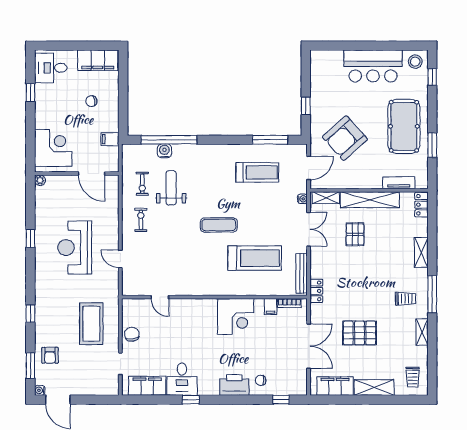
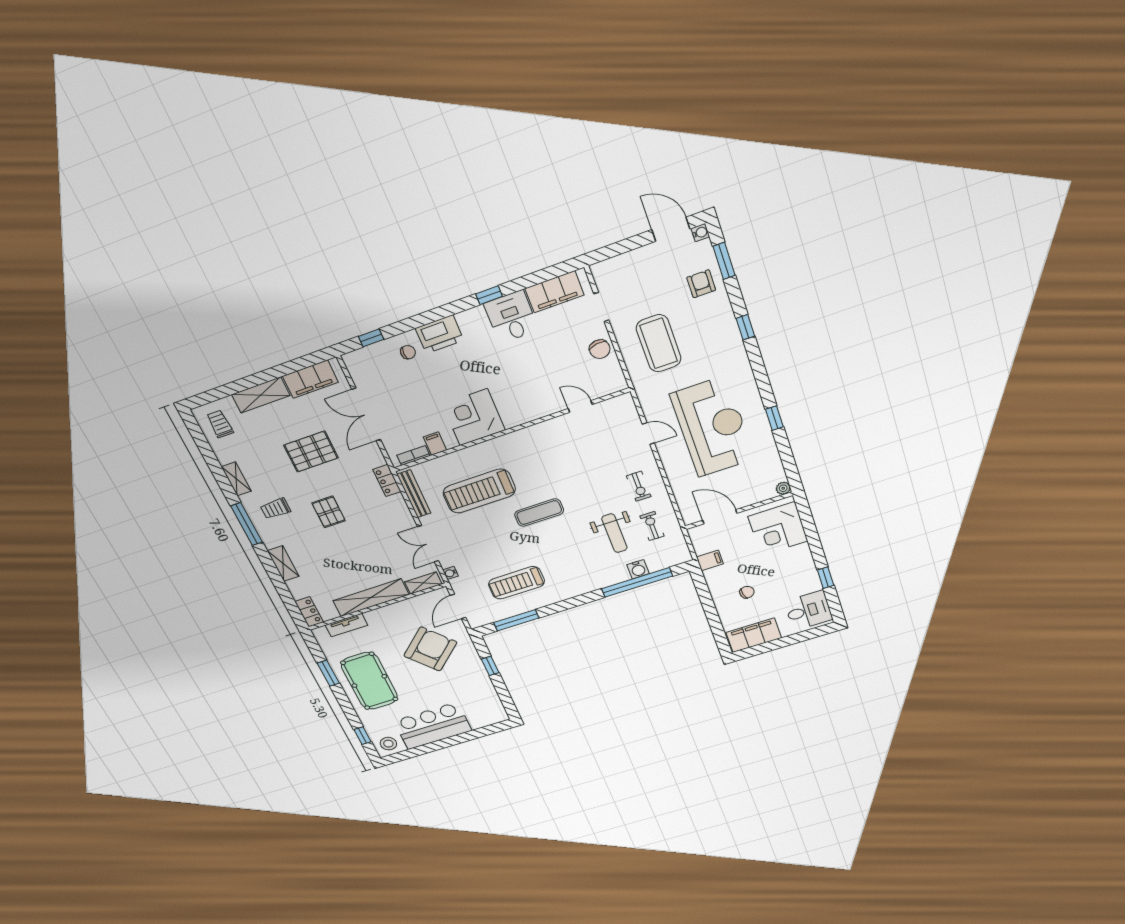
pallet: (355, 234) -> (329, 512), moved
reception desk: (75, 248) -> (713, 427), width x1.36, depth x1.30

